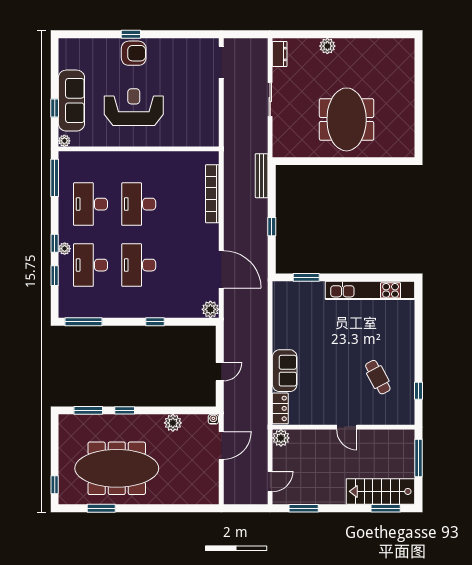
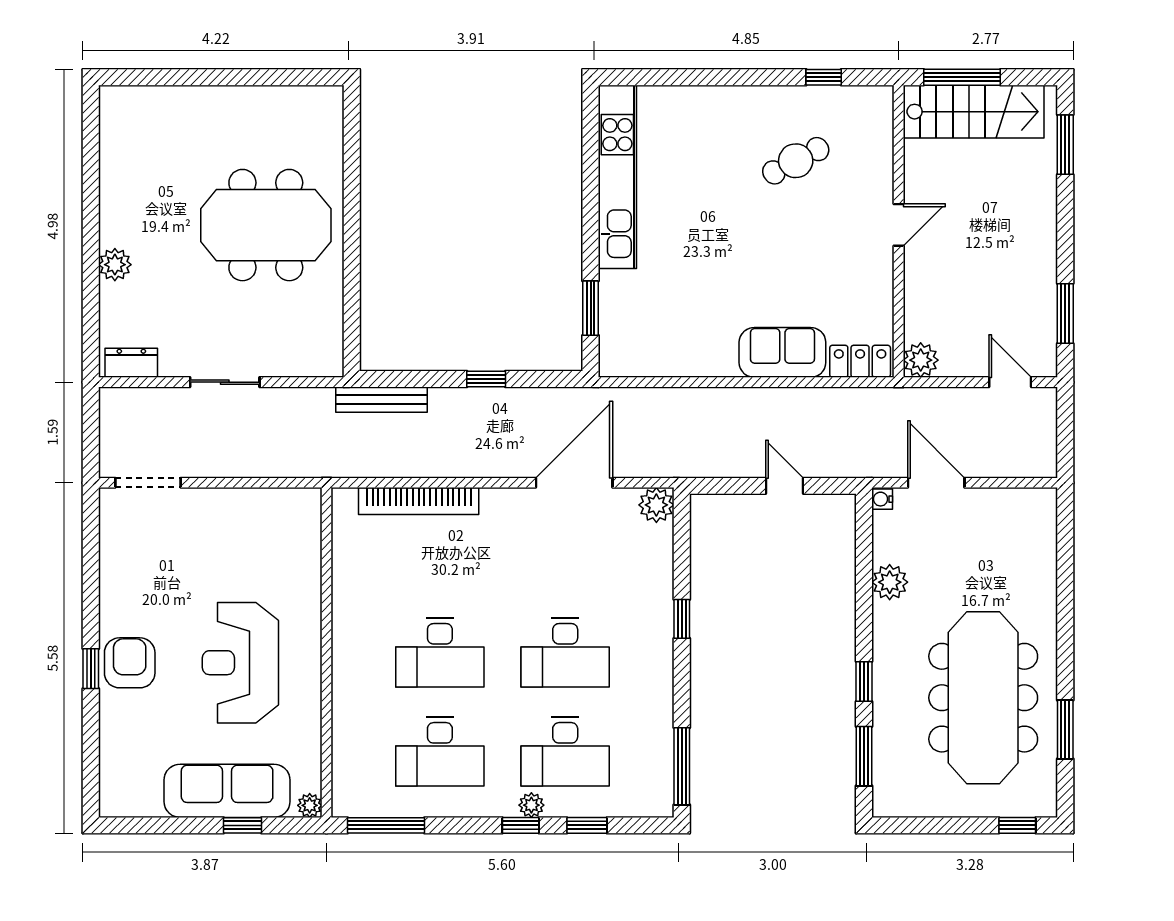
stairs: (380, 491) -> (974, 112), moved, turned -90

